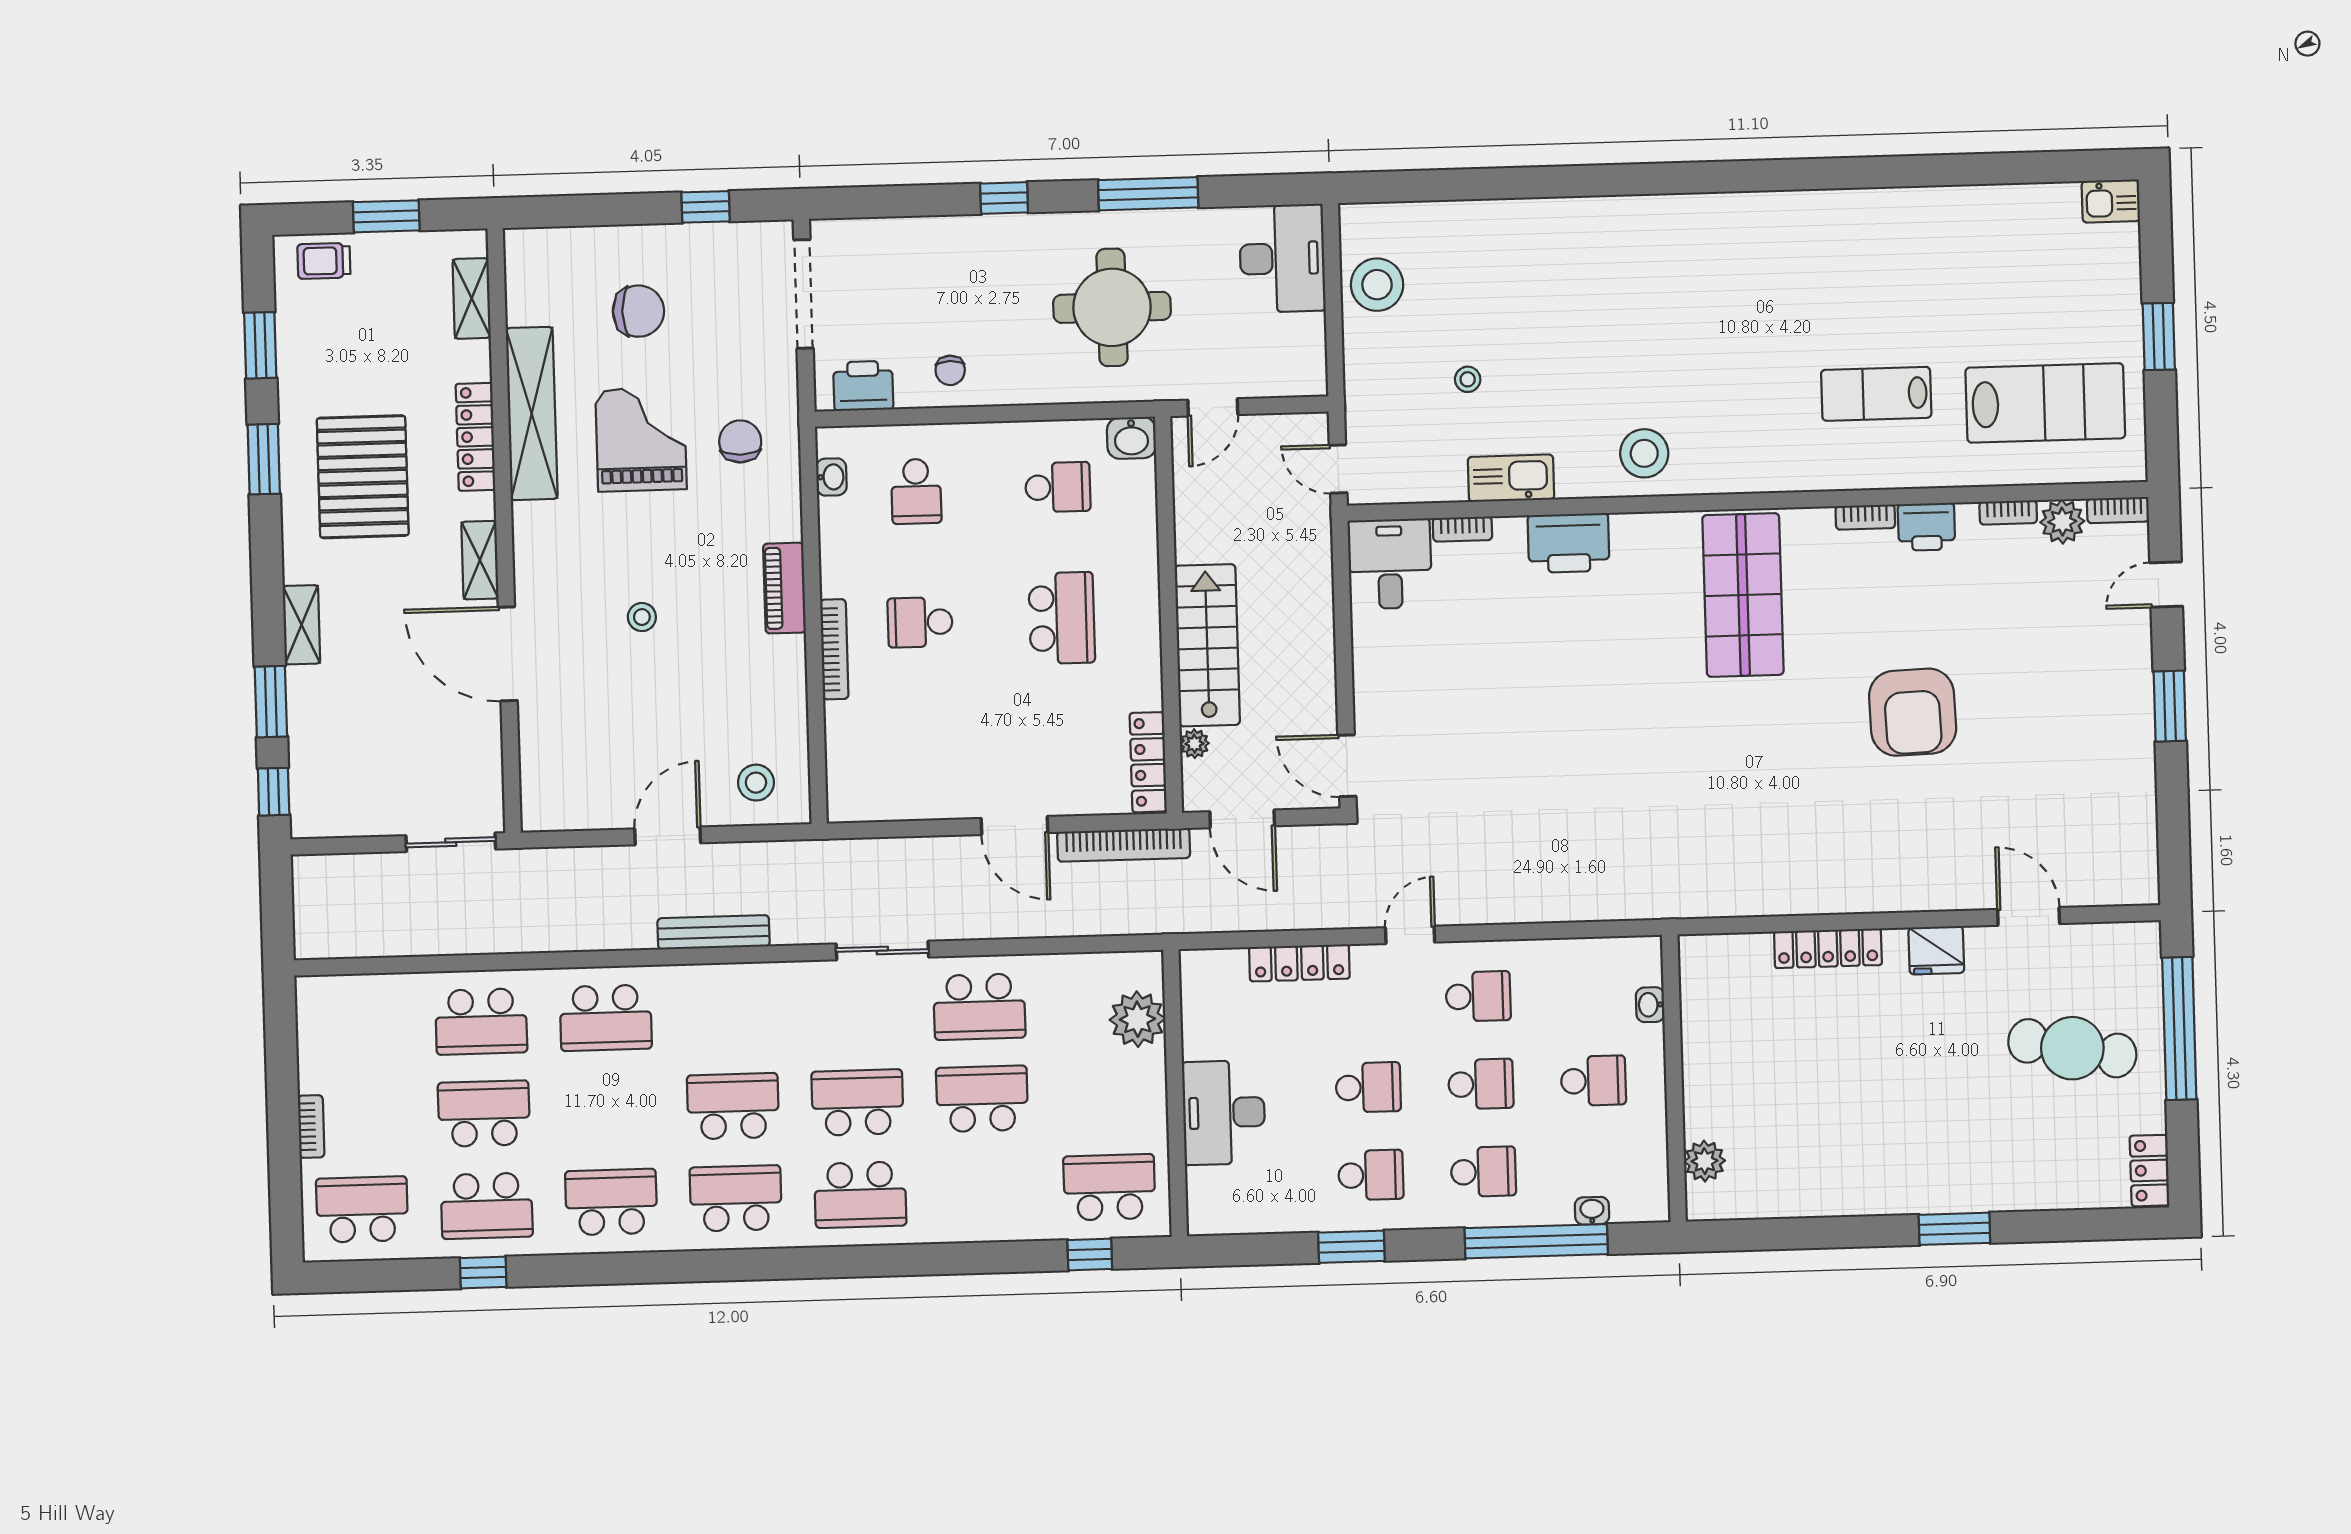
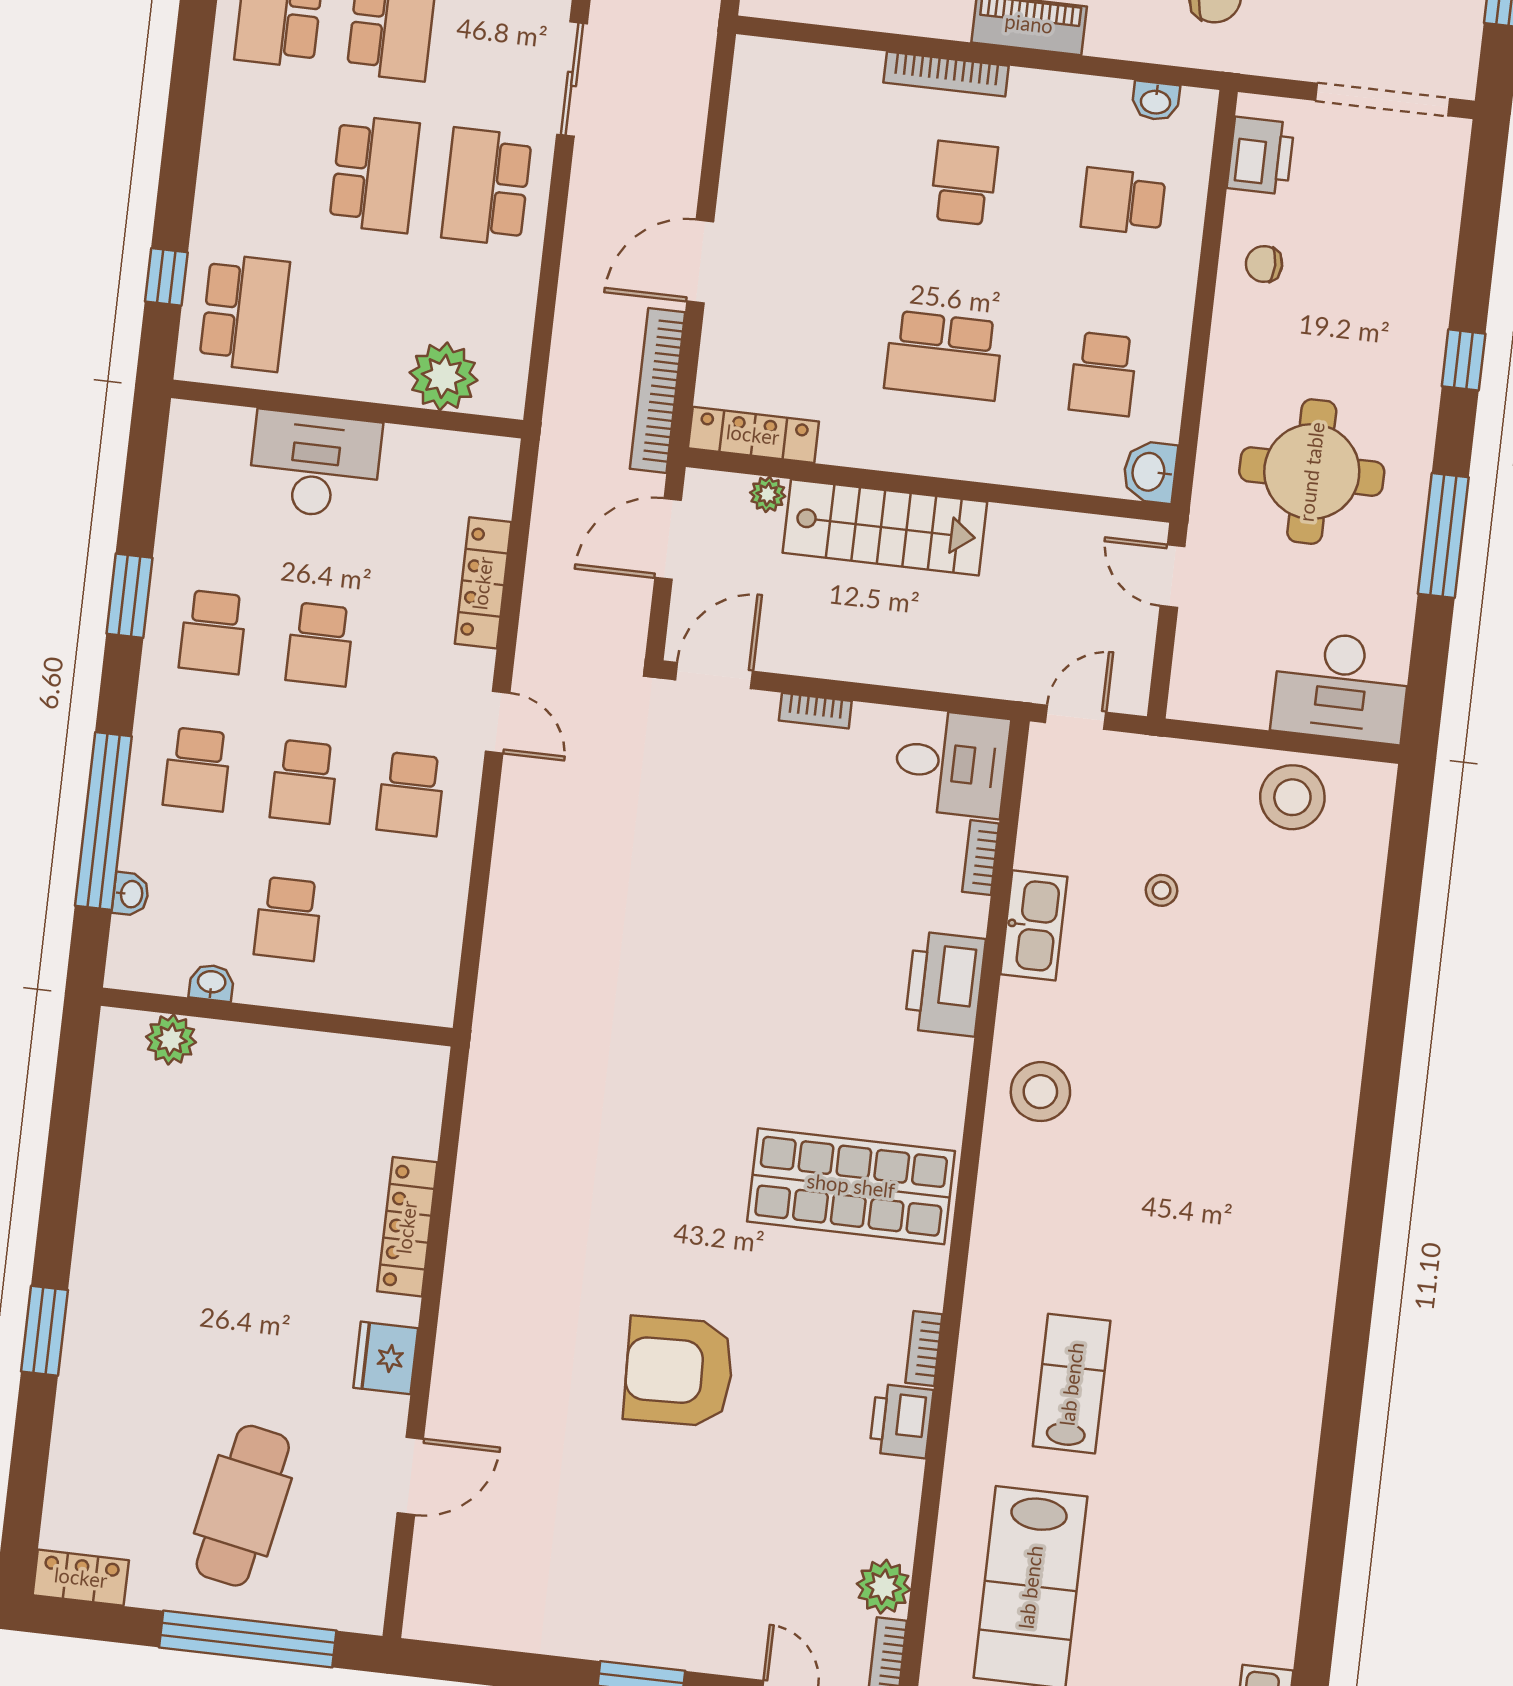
bookcase: (2008, 512) -> (815, 711), moved, turned -90
washbasin: (1650, 1005) -> (212, 983), moved

